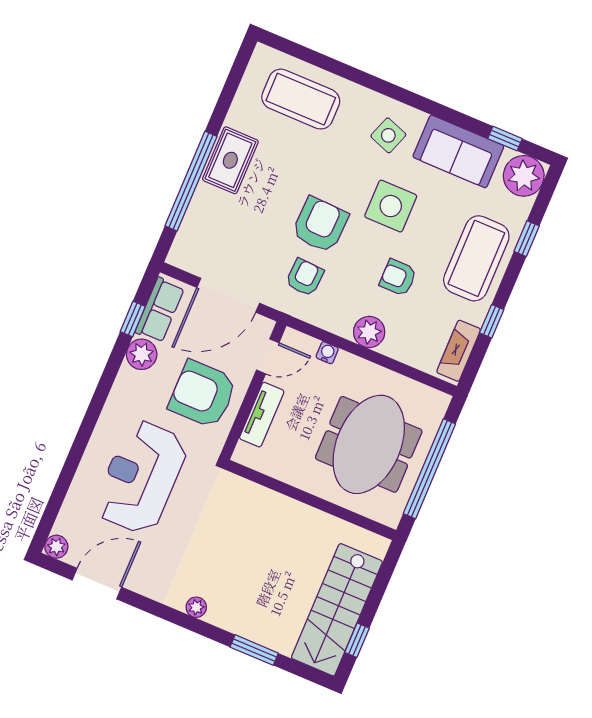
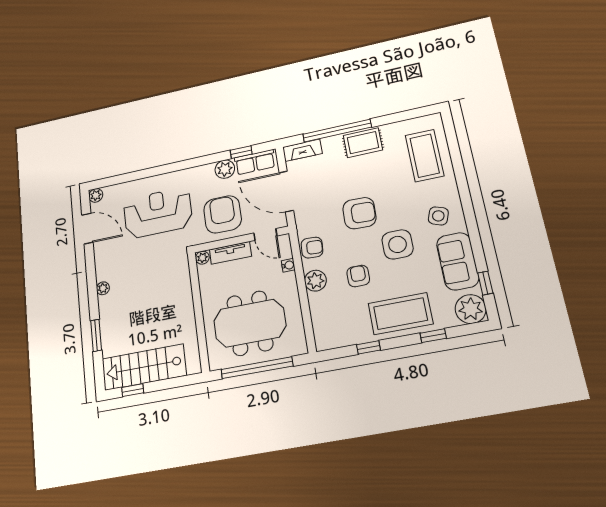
armchair: (305, 277) -> (312, 248), moved
fireplace: (459, 351) -> (302, 150), moved, turned 180
plant: (243, 454) -> (202, 258), added

